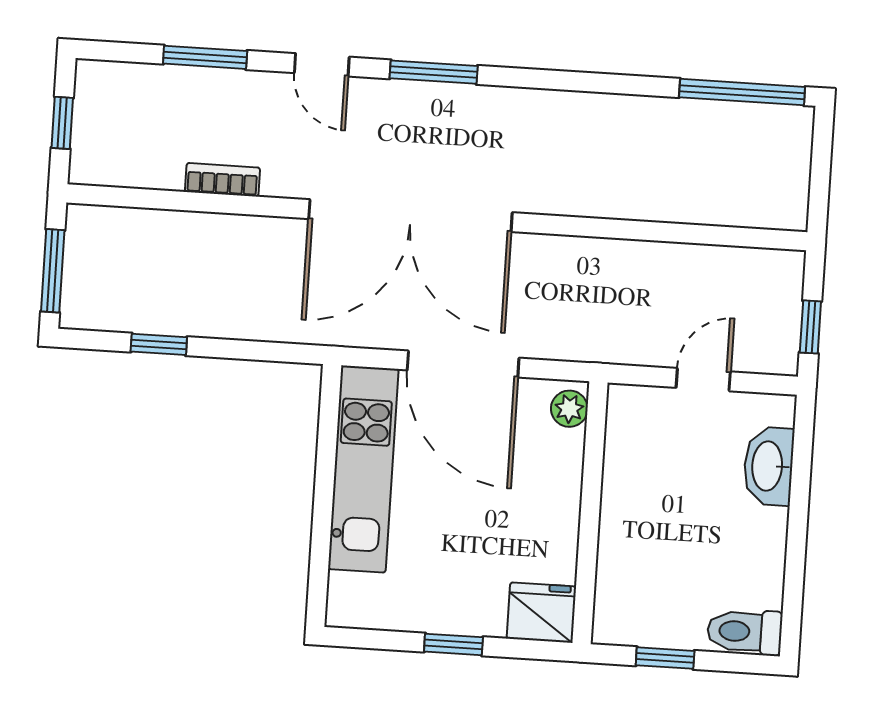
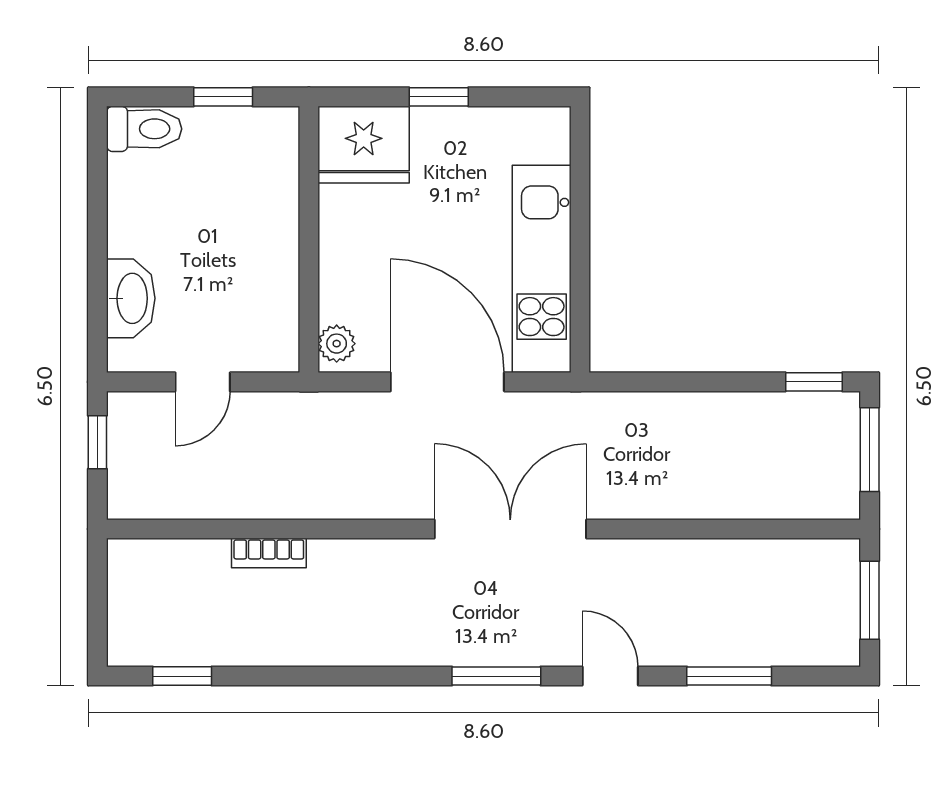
window: (742, 92) -> (182, 676), width x0.46
window: (62, 123) -> (870, 600), width x1.50
bookcase: (222, 180) -> (269, 553), moved
double door: (410, 216) -> (510, 529), width x0.73
window: (159, 344) -> (814, 382), moved
fridge: (541, 613) -> (364, 145), width x1.36, depth x1.34

